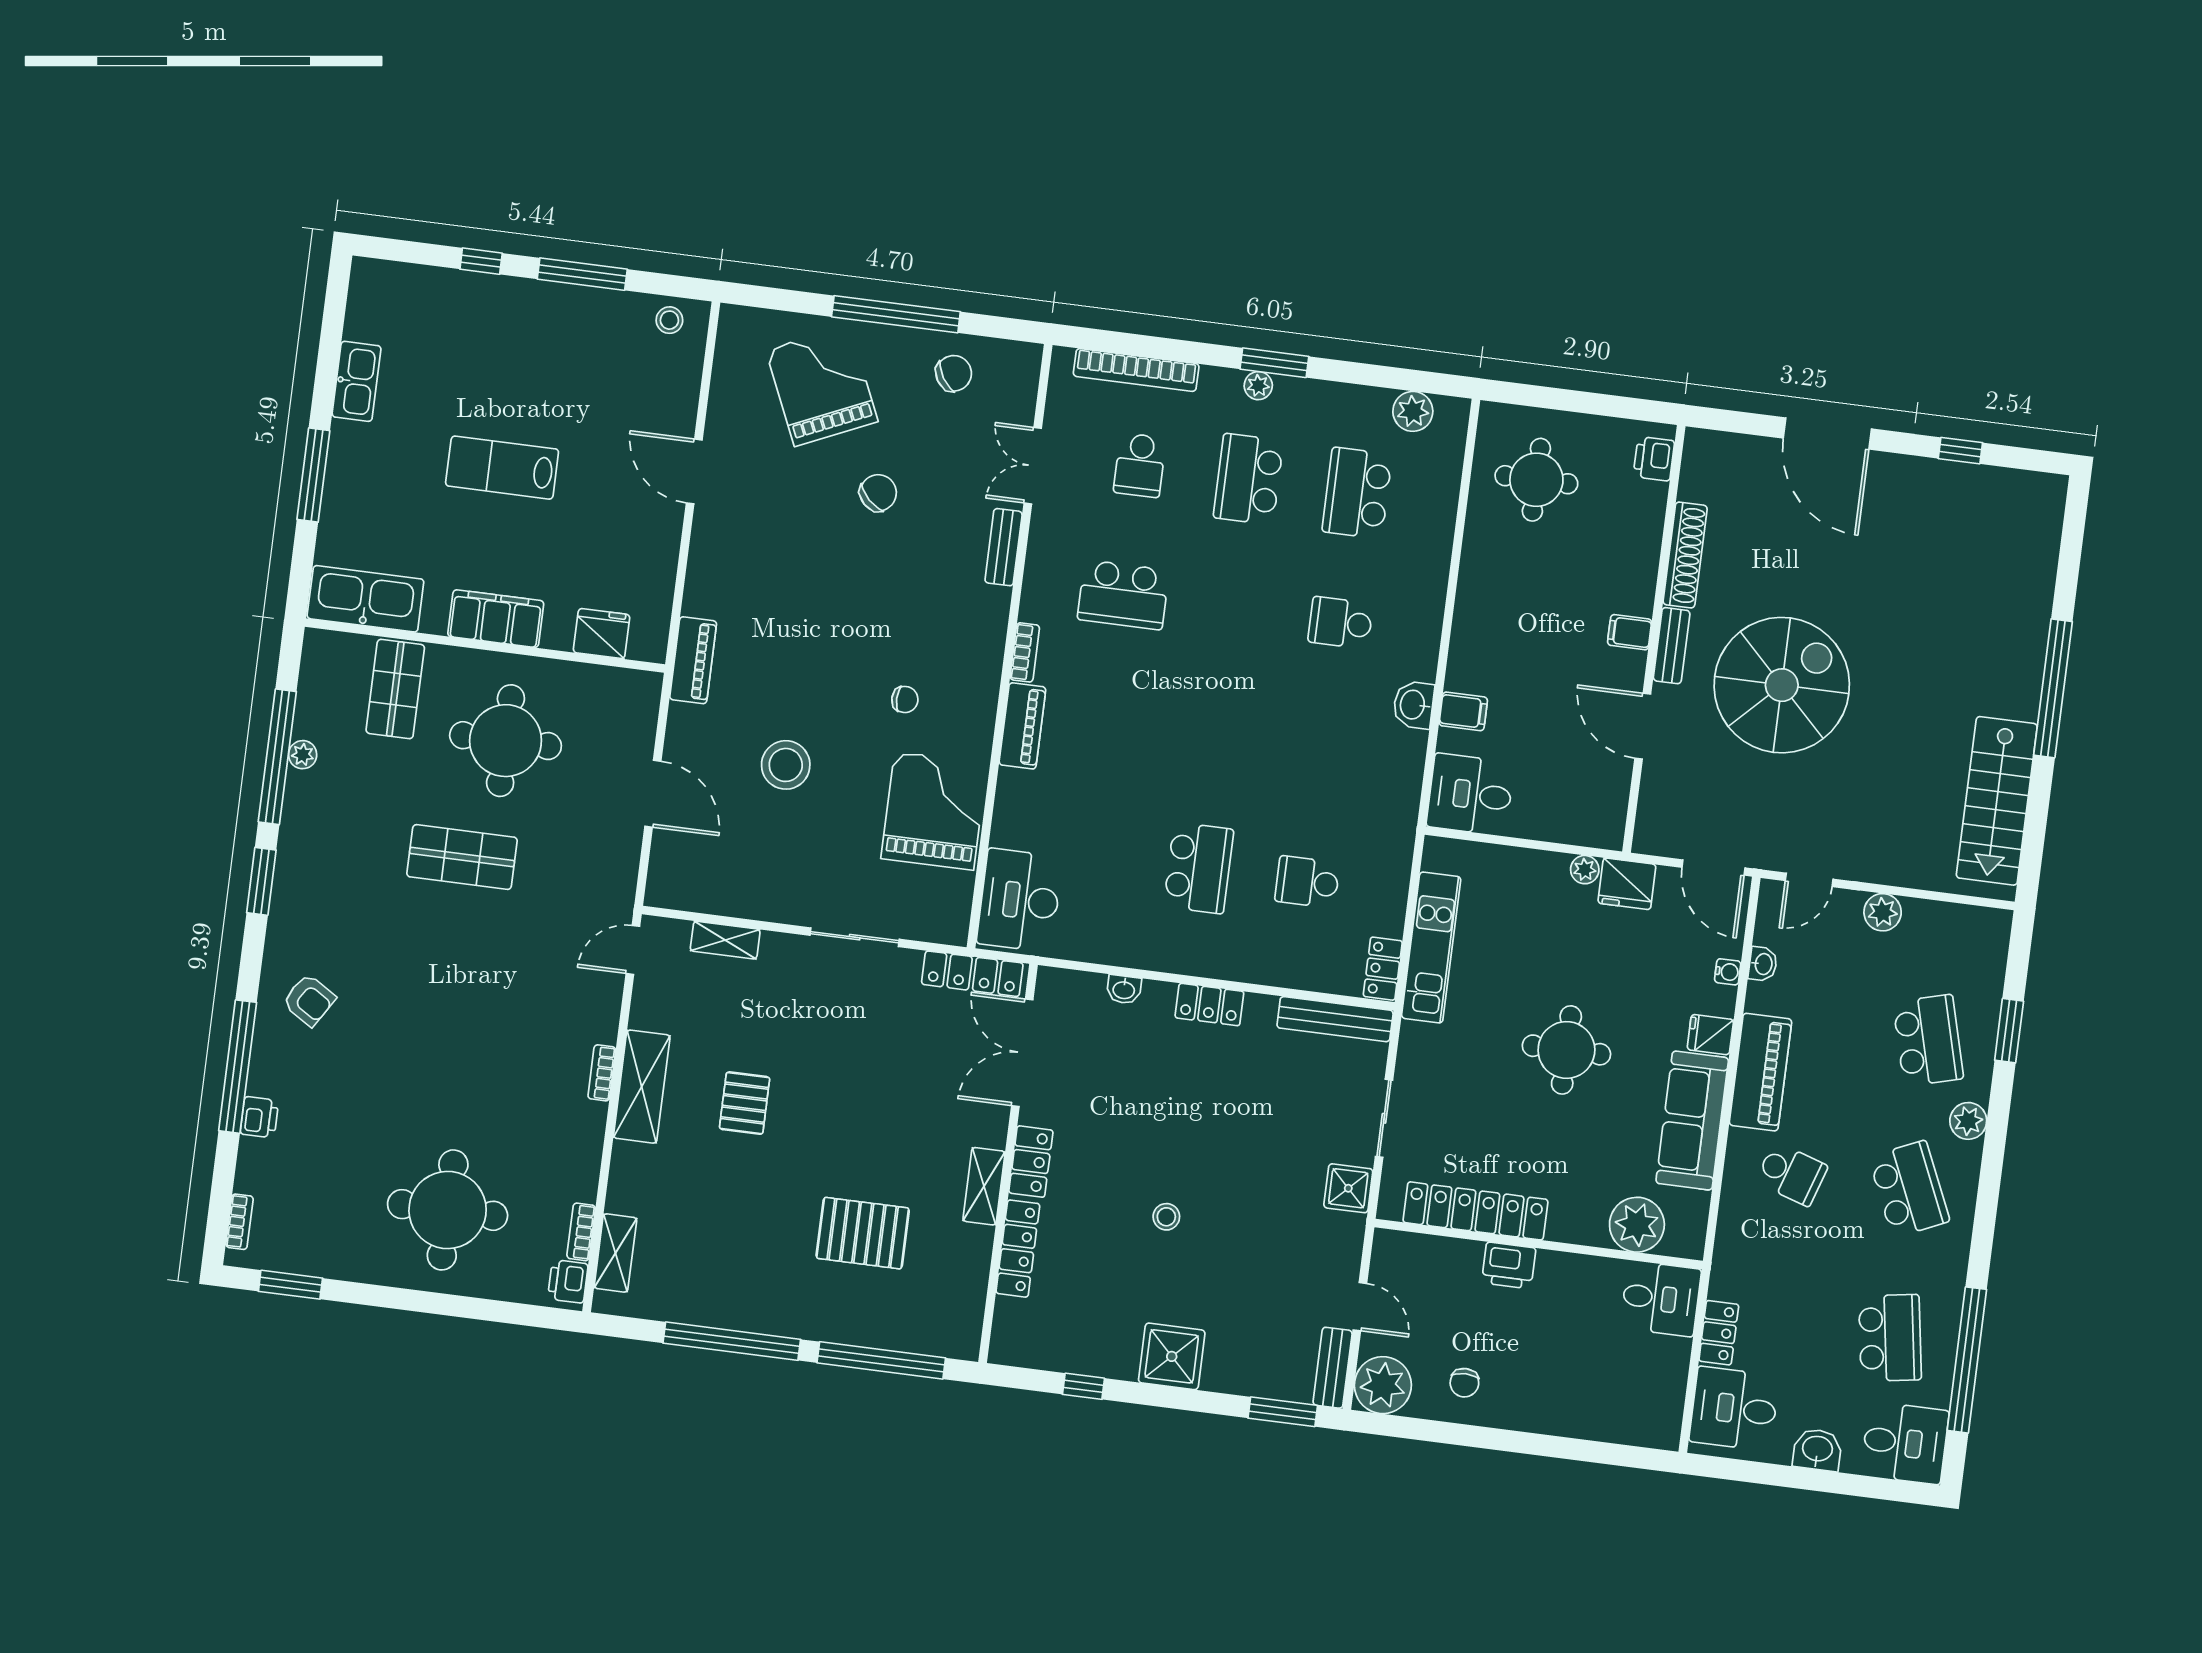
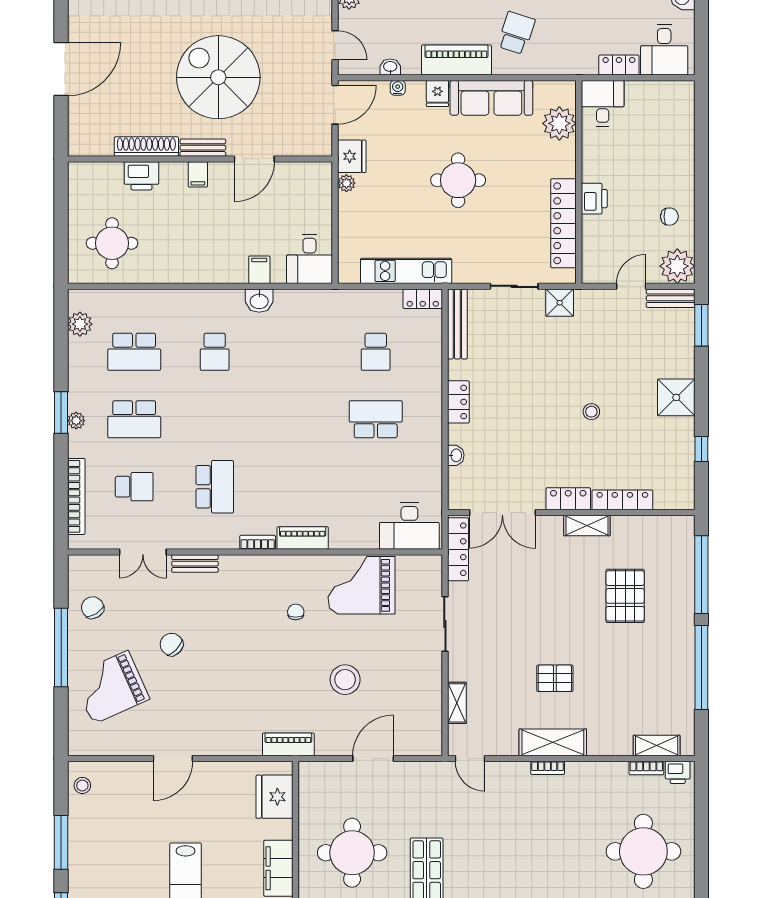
printer: (1654, 459) -> (141, 176), moved, width x1.36, depth x1.24
fridge: (602, 634) -> (275, 797), width x1.36, depth x1.34

